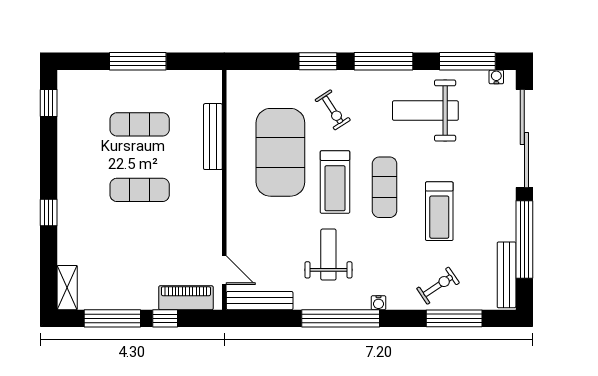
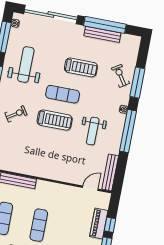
weight bench: (425, 111) -> (26, 64), turned 180
exercise mat: (280, 152) -> (33, 146), removed
weight bench: (328, 255) -> (93, 131), turned -90
bench: (507, 275) -> (102, 34), moved
piano: (186, 298) -> (99, 224), moved
window: (454, 318) -> (137, 83), moved

